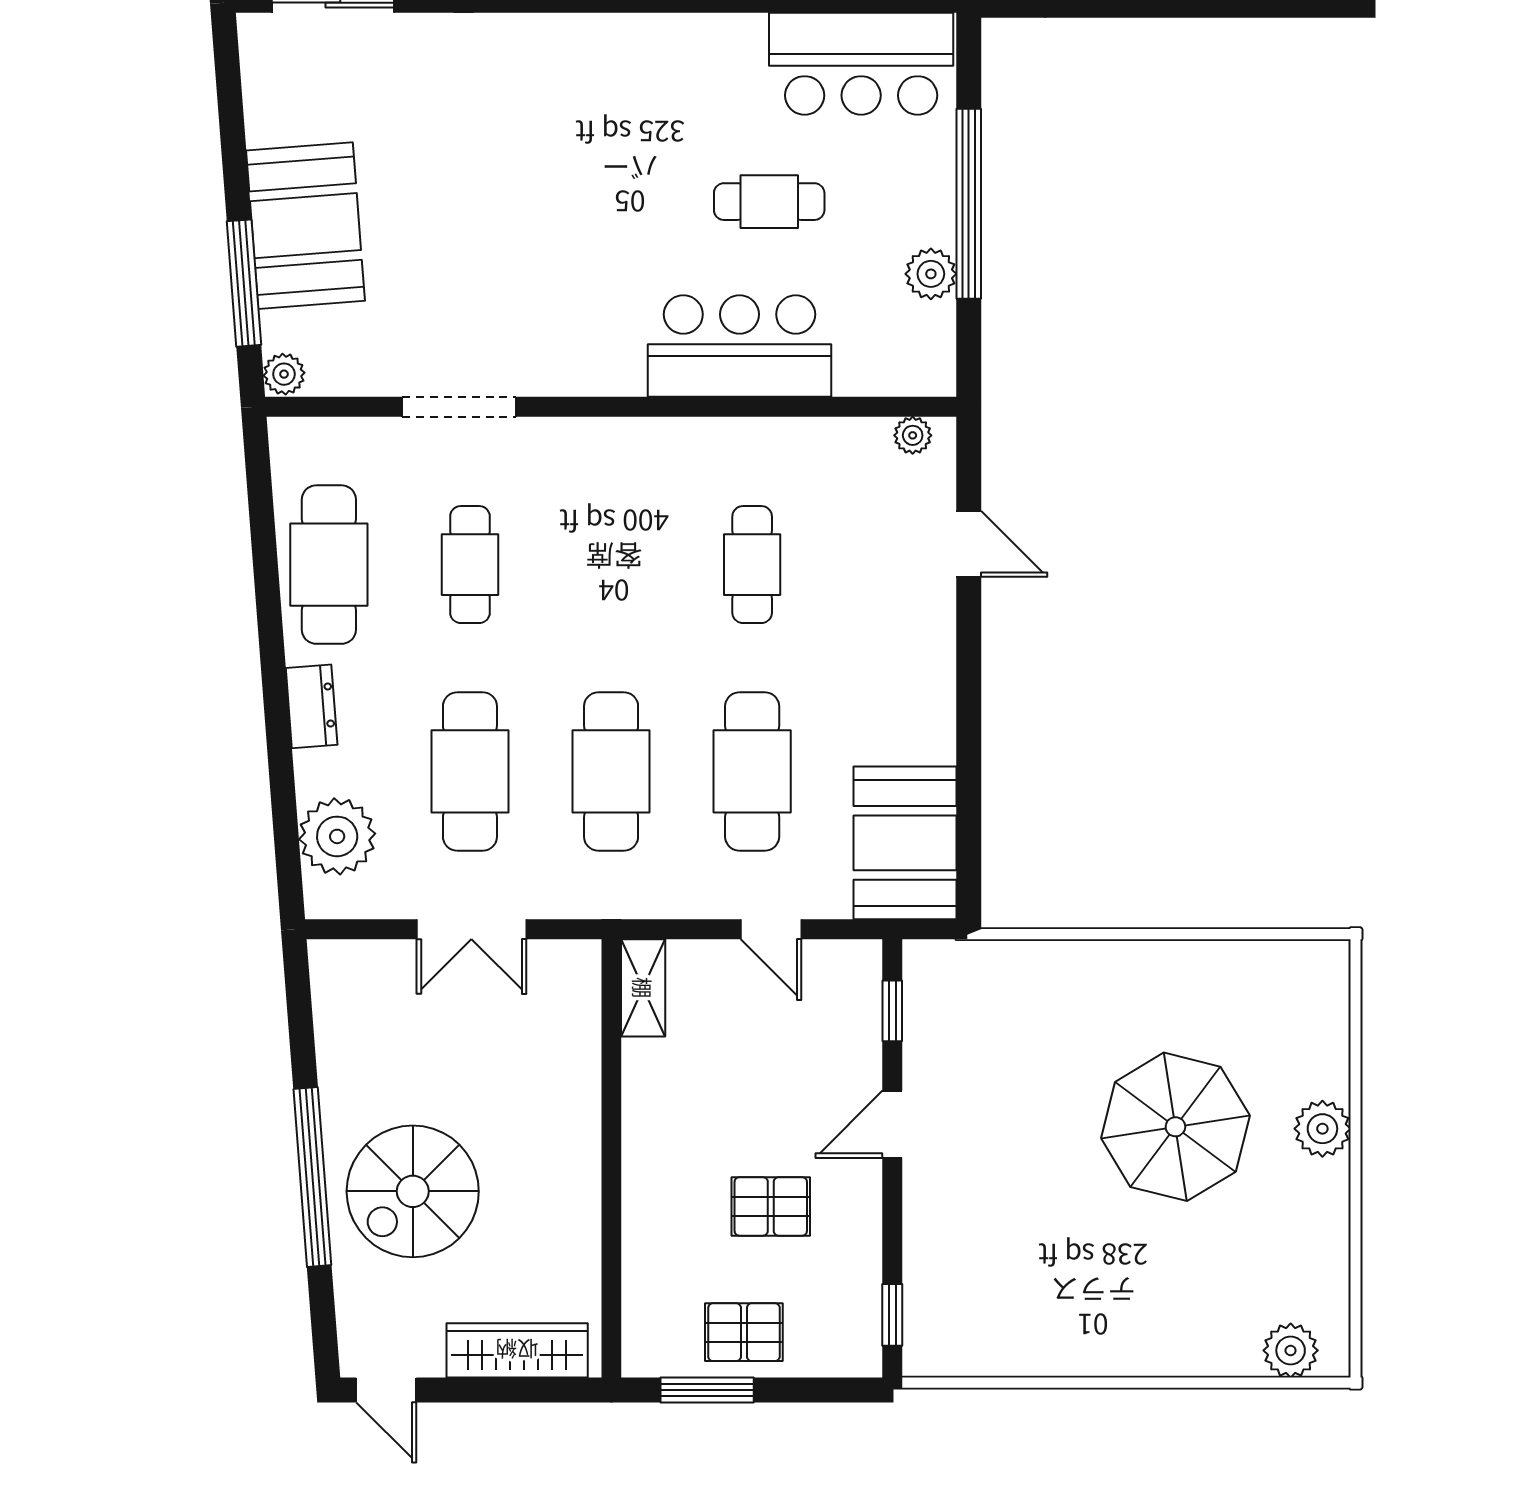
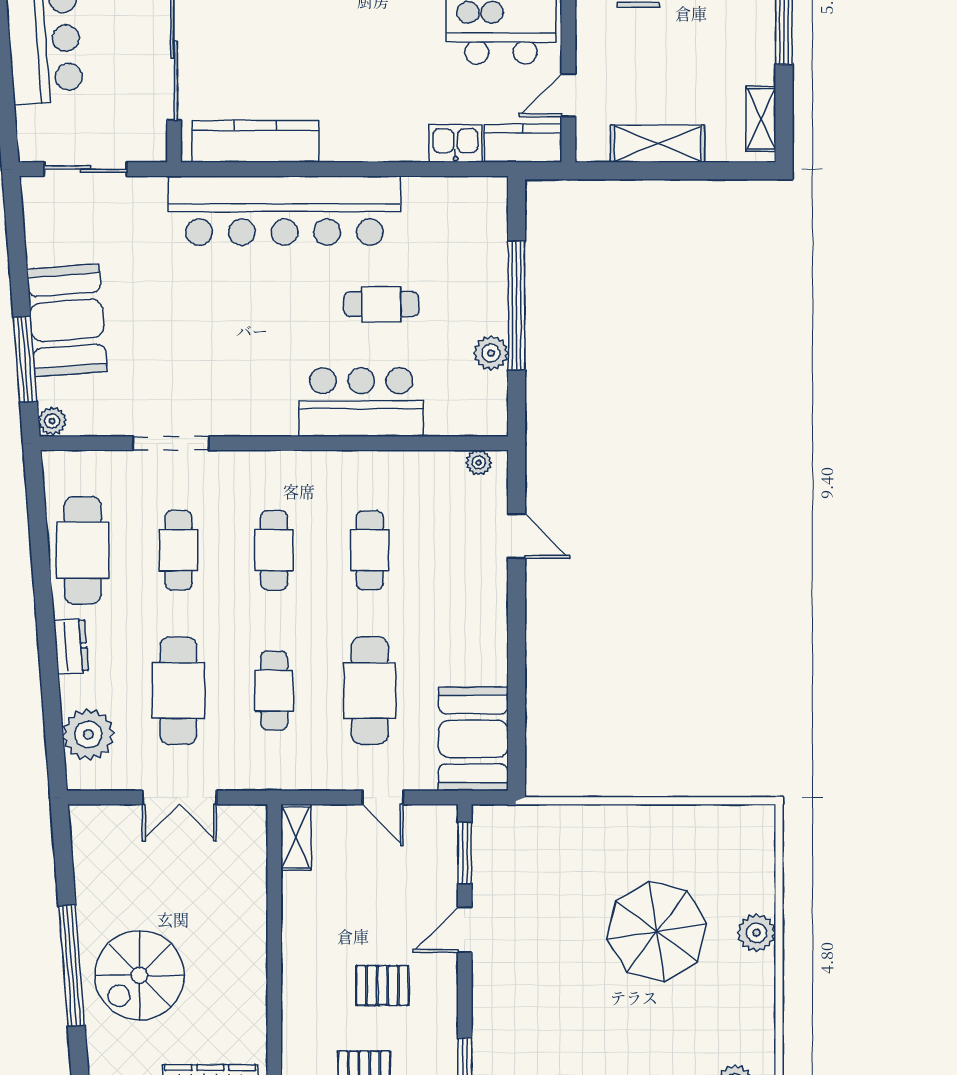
bar counter: (861, 64) -> (284, 211), moved, width x1.86
cafe table: (611, 565) -> (274, 550), added
cafe table: (611, 771) -> (274, 690), width x0.73, depth x0.74
window: (892, 1011) -> (465, 853), width x1.50

